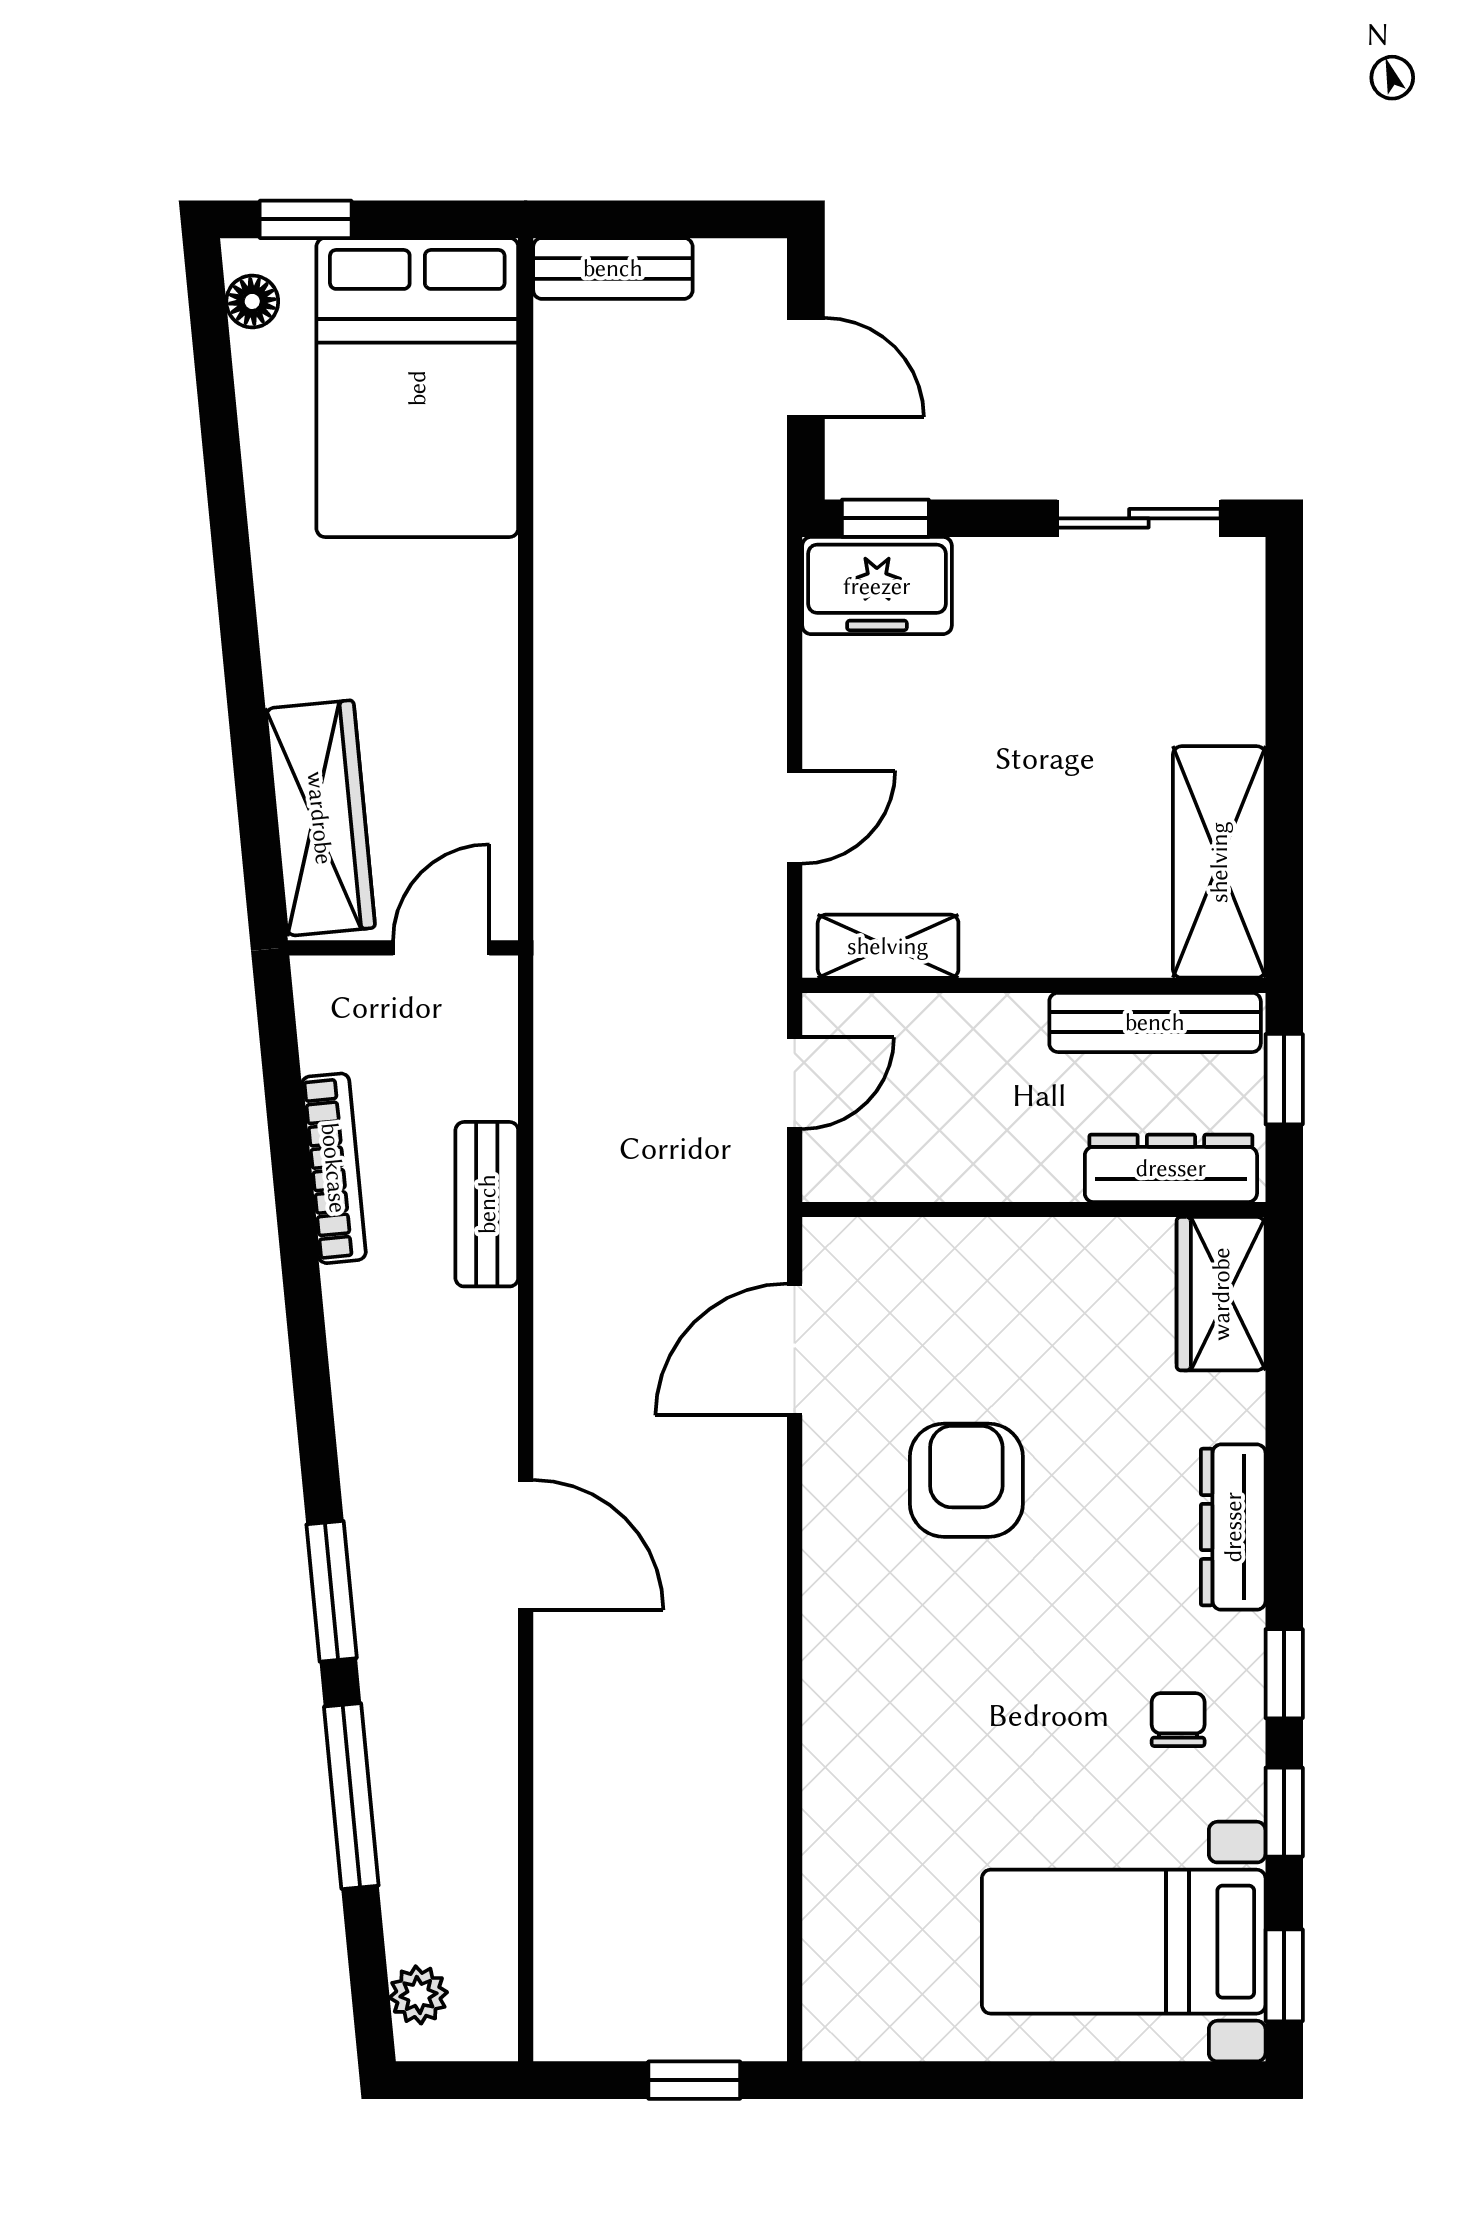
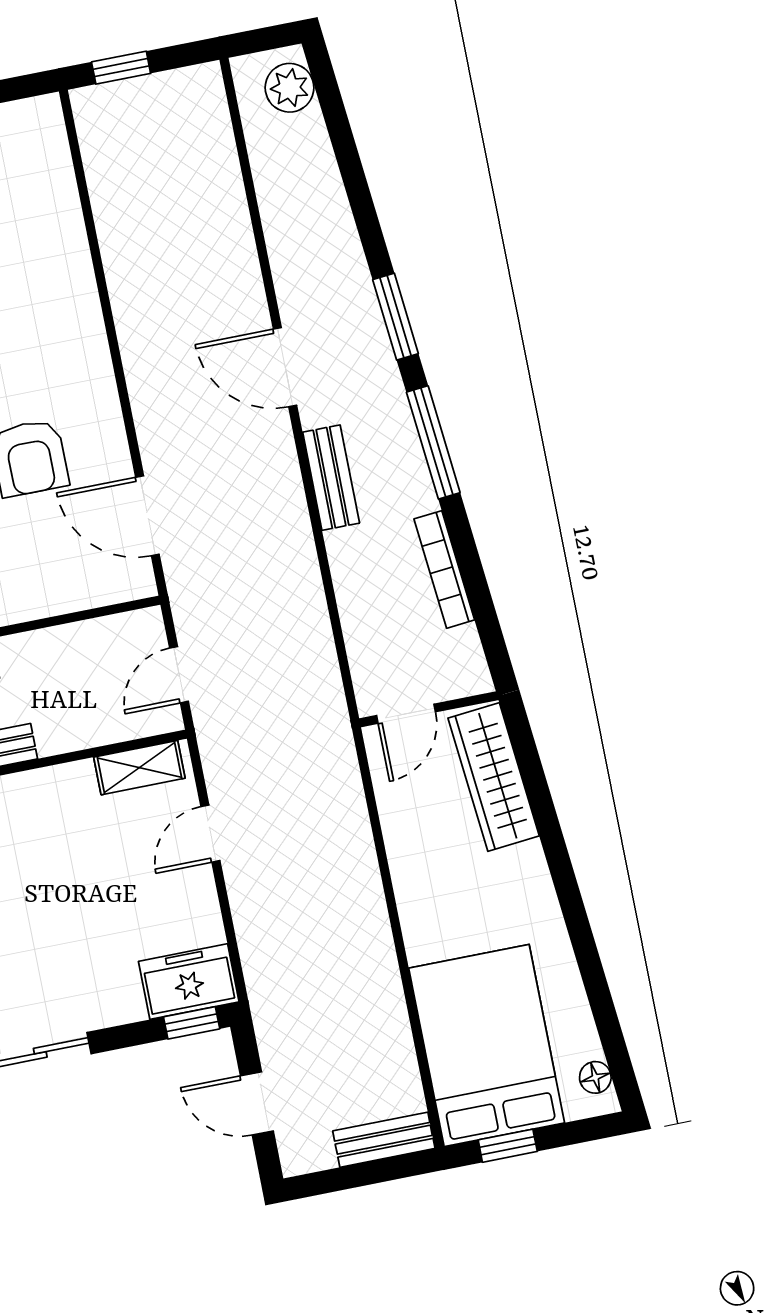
window: (306, 219) -> (508, 1146), moved
bench: (487, 1204) -> (331, 478), moved
door: (795, 1349) -> (147, 516), swing flipped
window: (351, 1796) -> (433, 442), moved
plant: (418, 1995) -> (290, 88), width x1.38, depth x1.38

